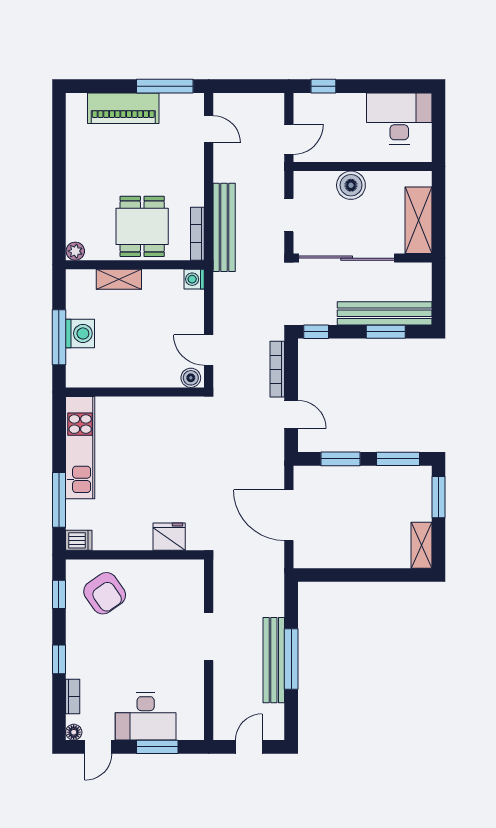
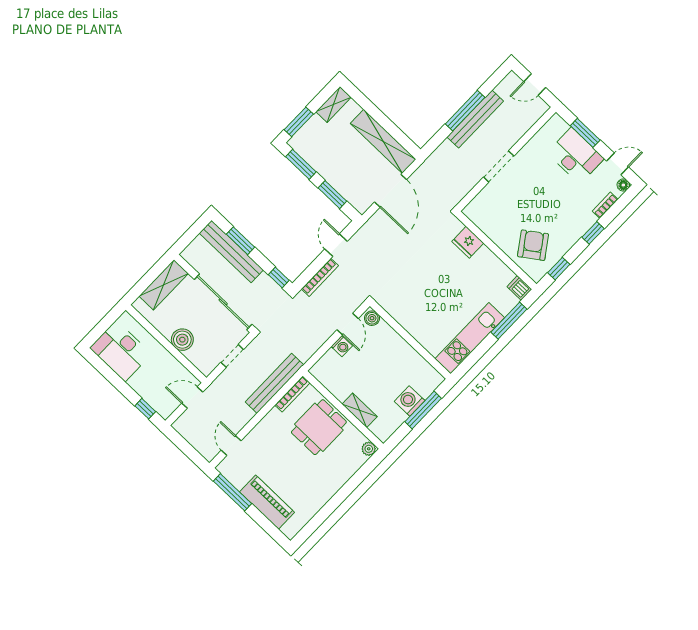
washing machine: (194, 279) -> (342, 346), moved
shelving: (341, 555) -> (383, 141), added

